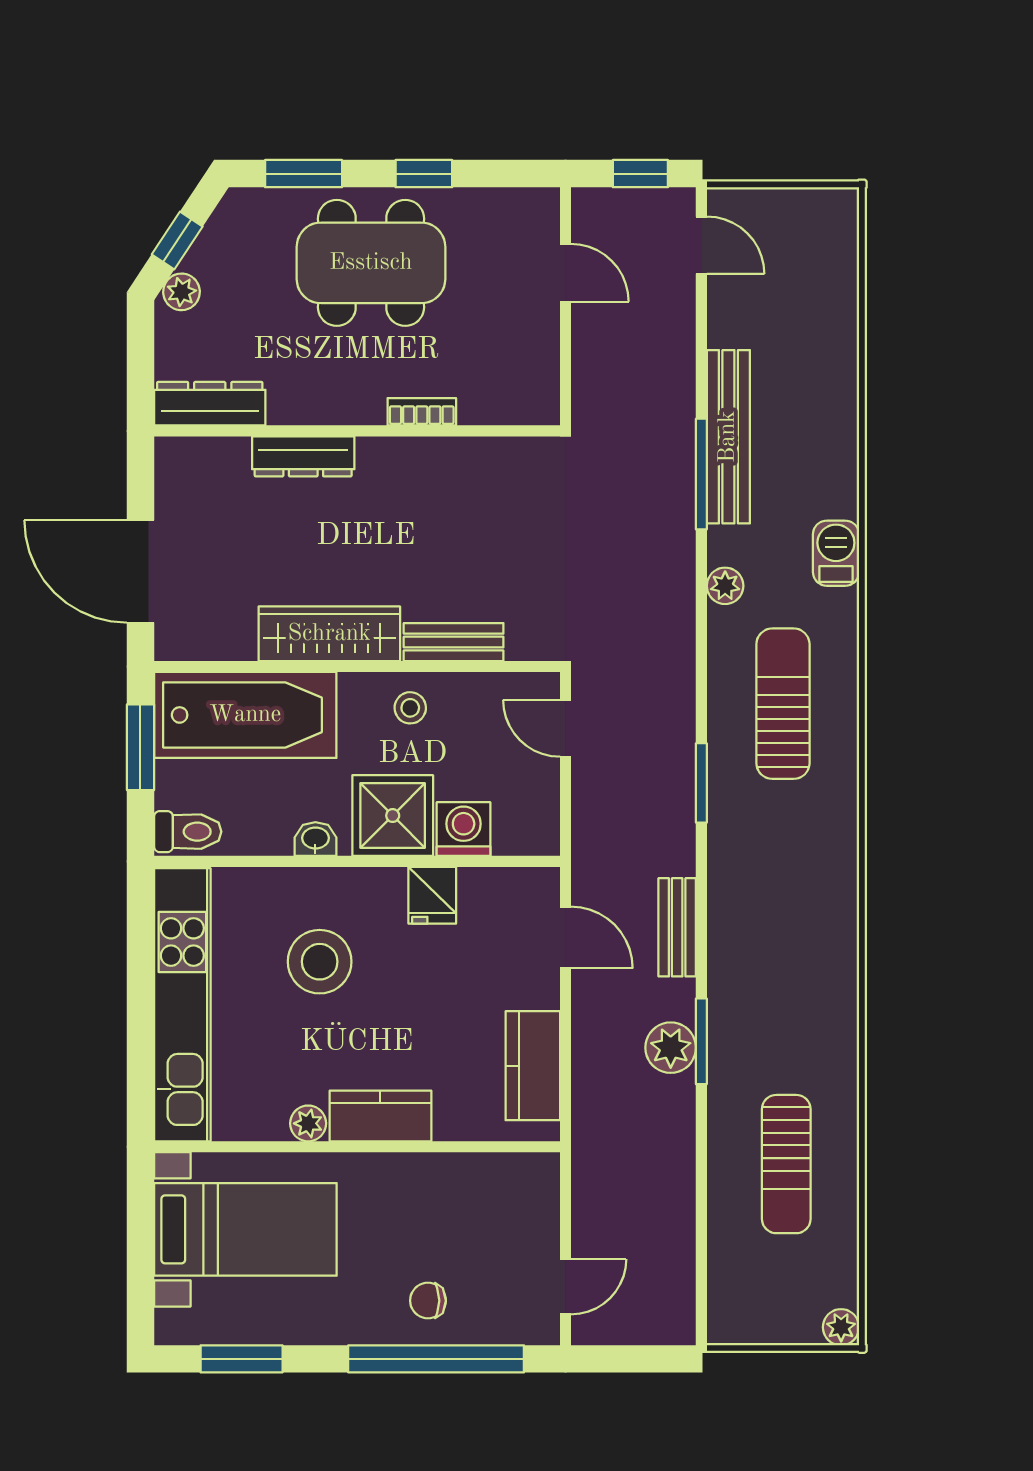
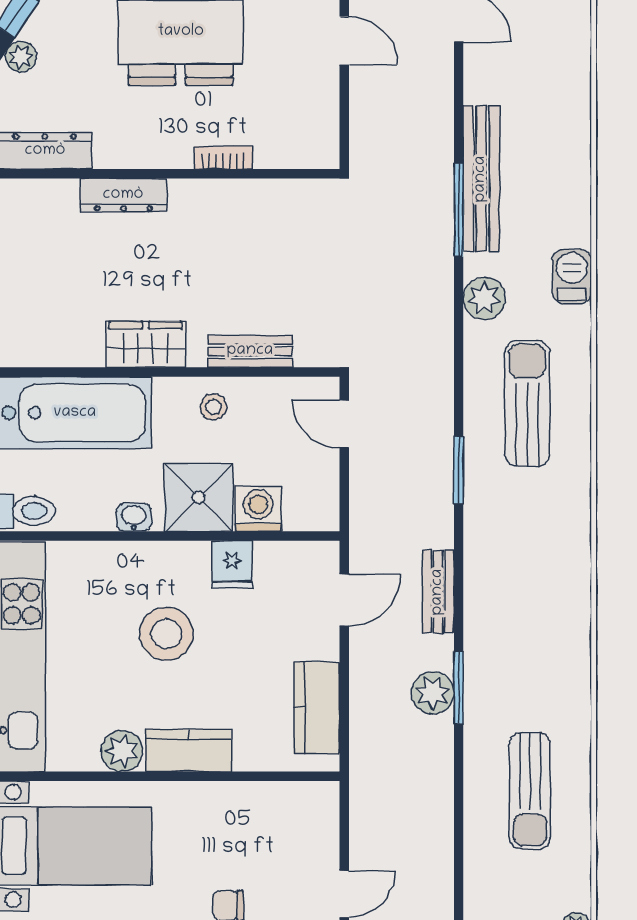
plant: (725, 586) -> (484, 298), width x1.38, depth x1.38
wardrobe: (329, 634) -> (145, 344), width x0.67
door: (565, 937) -> (344, 600), hinge flipped
stool: (320, 962) -> (166, 634), moved
plant: (308, 1123) -> (122, 751), width x1.38, depth x1.38

